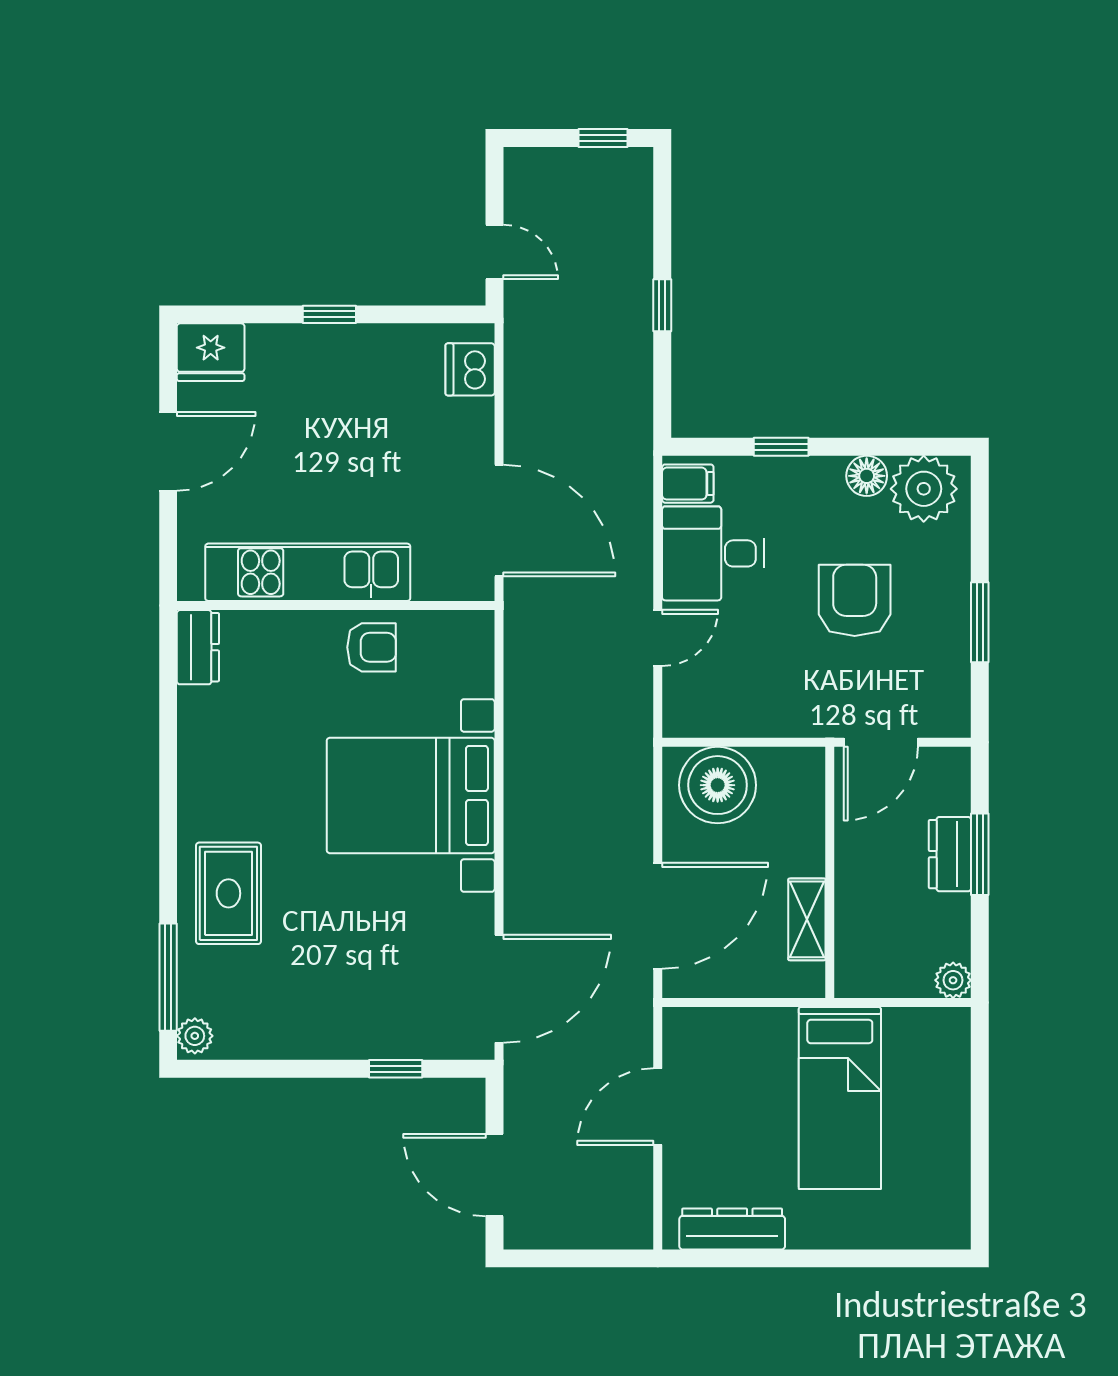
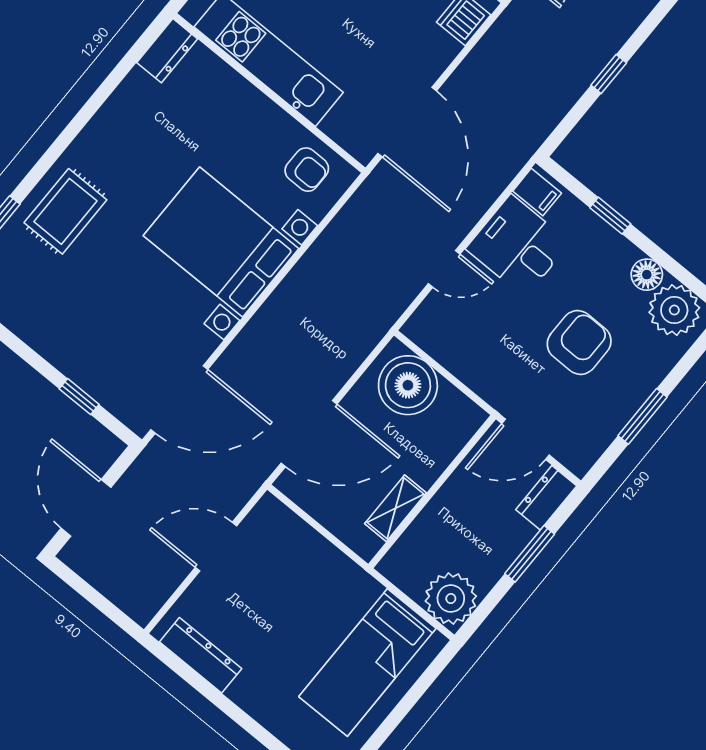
armchair: (371, 647) -> (307, 170), moved
dresser: (950, 854) -> (546, 498), moved
plant: (953, 980) -> (451, 599), width x1.87, depth x1.87
bed: (840, 1098) -> (367, 662), moved

